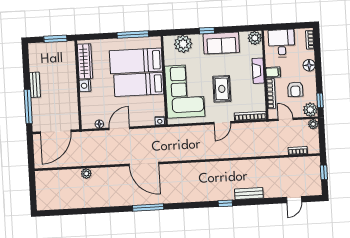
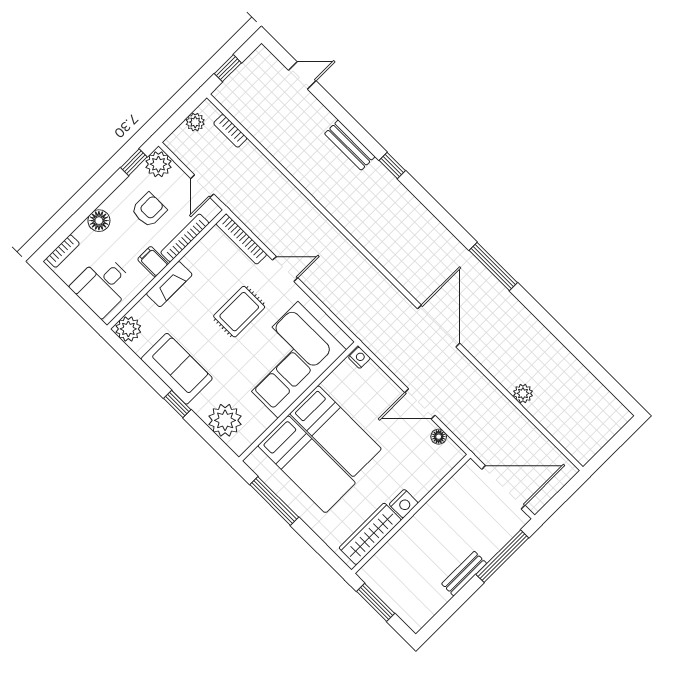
plant: (313, 124) -> (195, 122), moved

